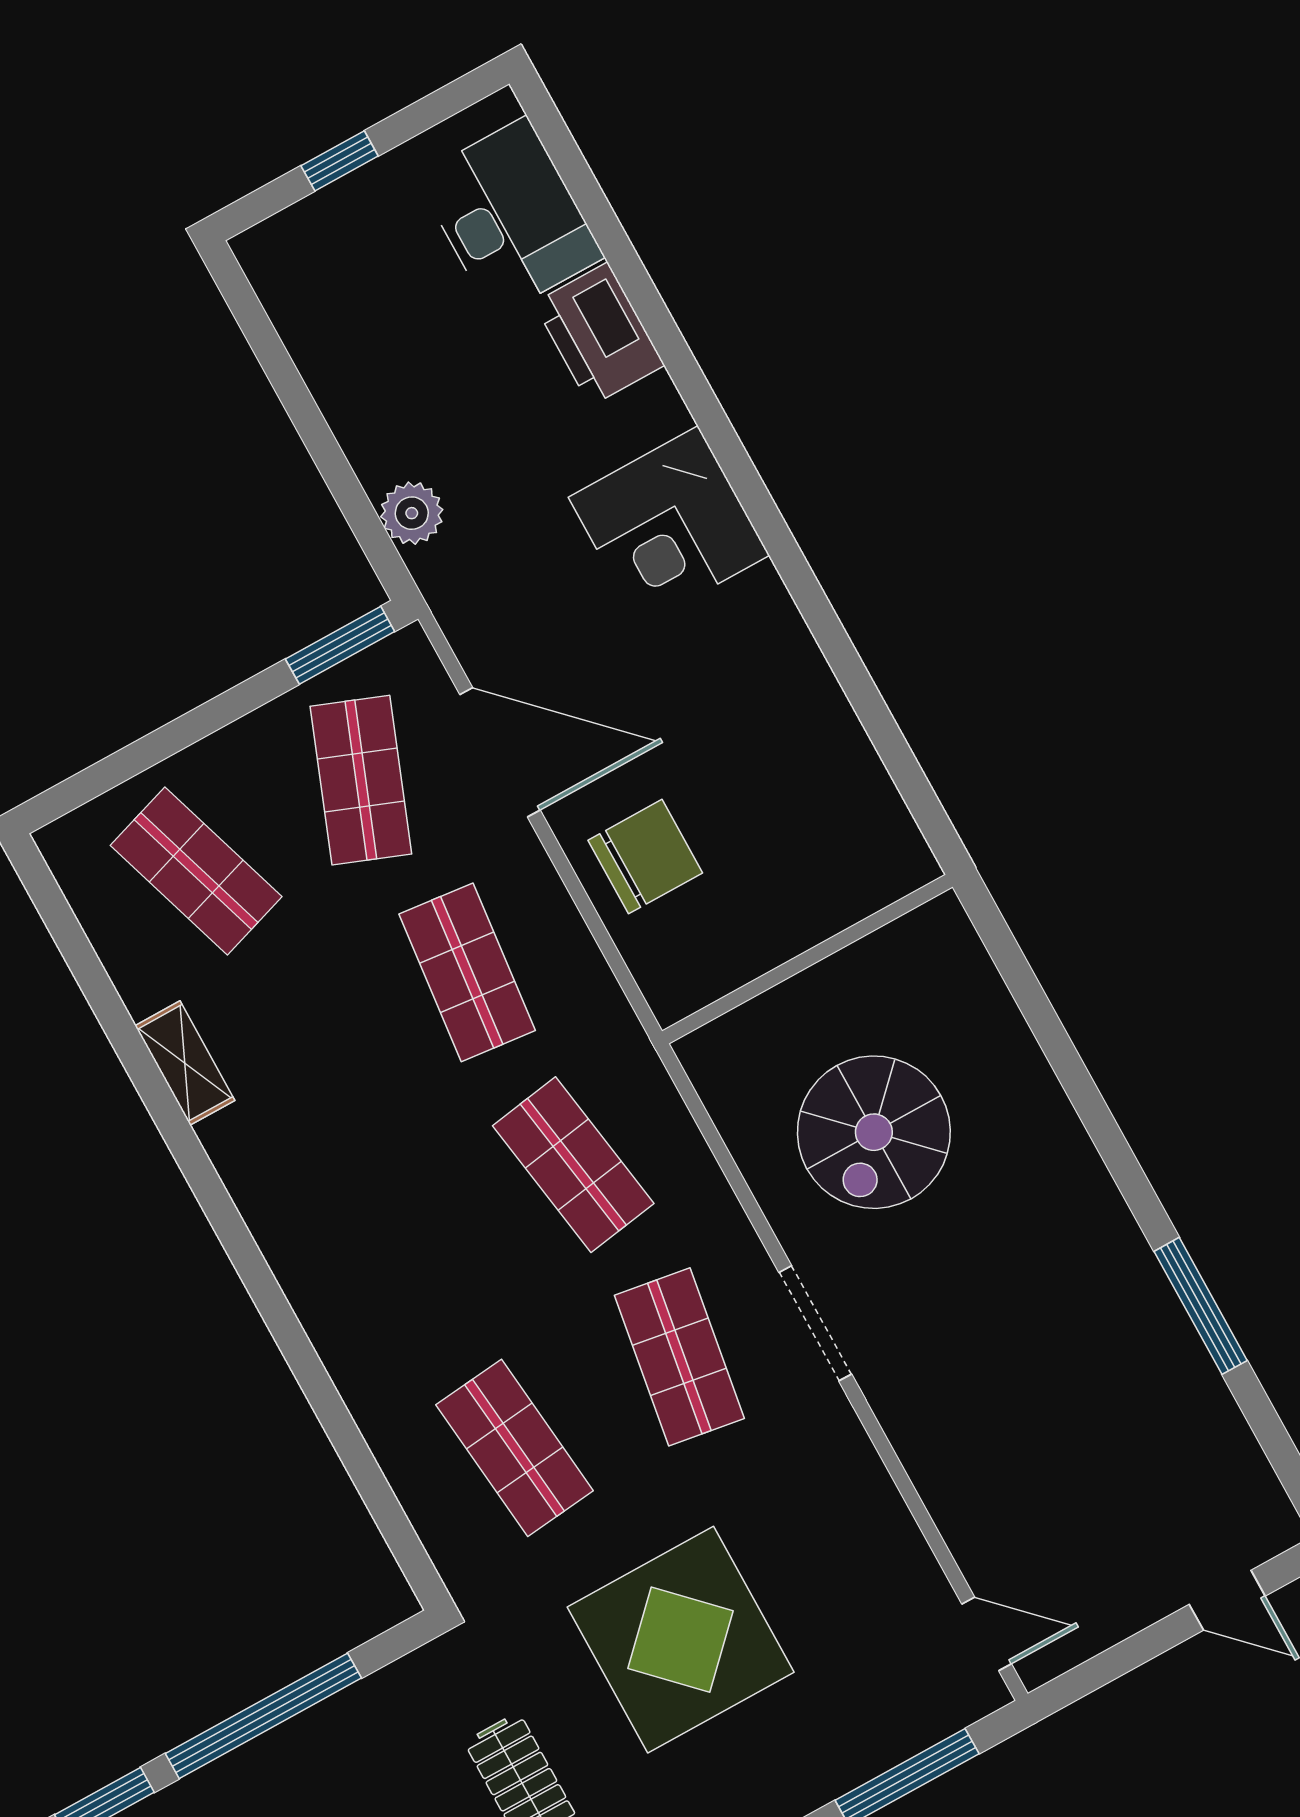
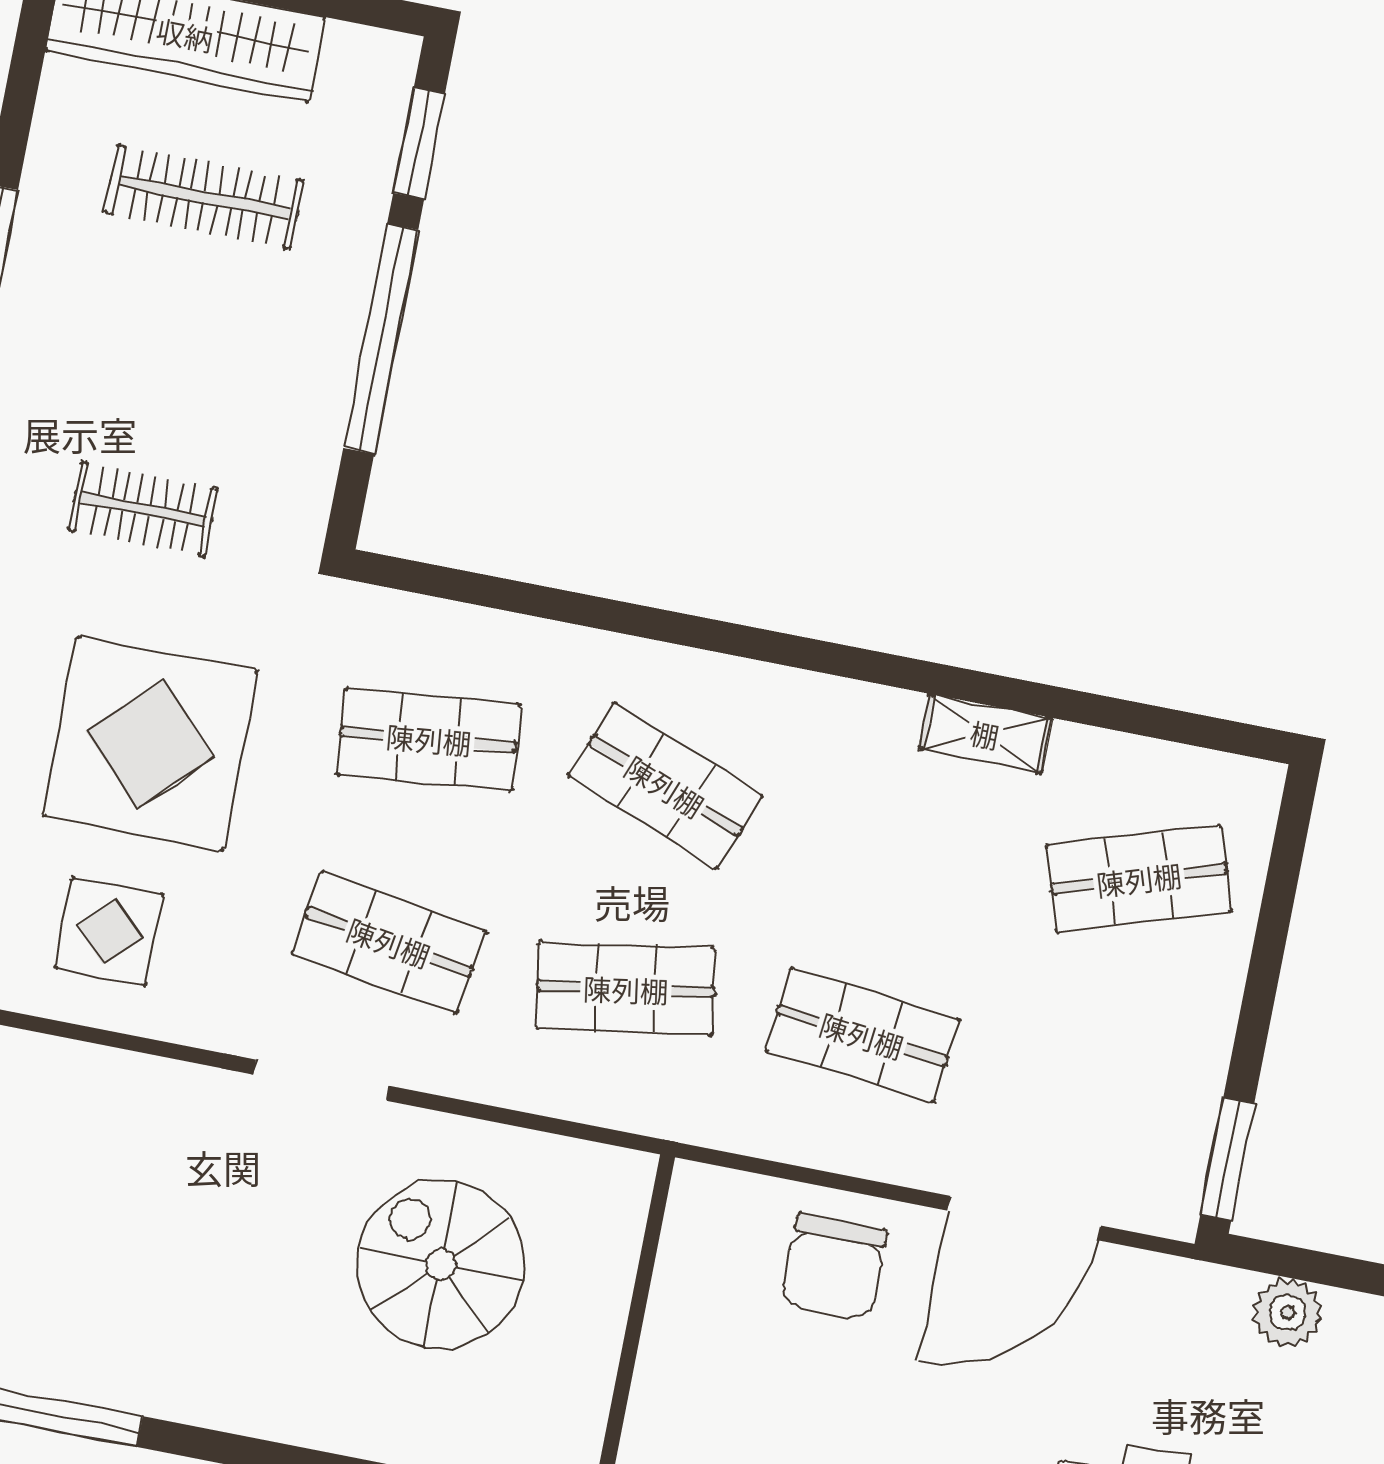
shop shelf: (361, 780) -> (665, 786), moved
display table: (836, 1559) -> (109, 931), added

